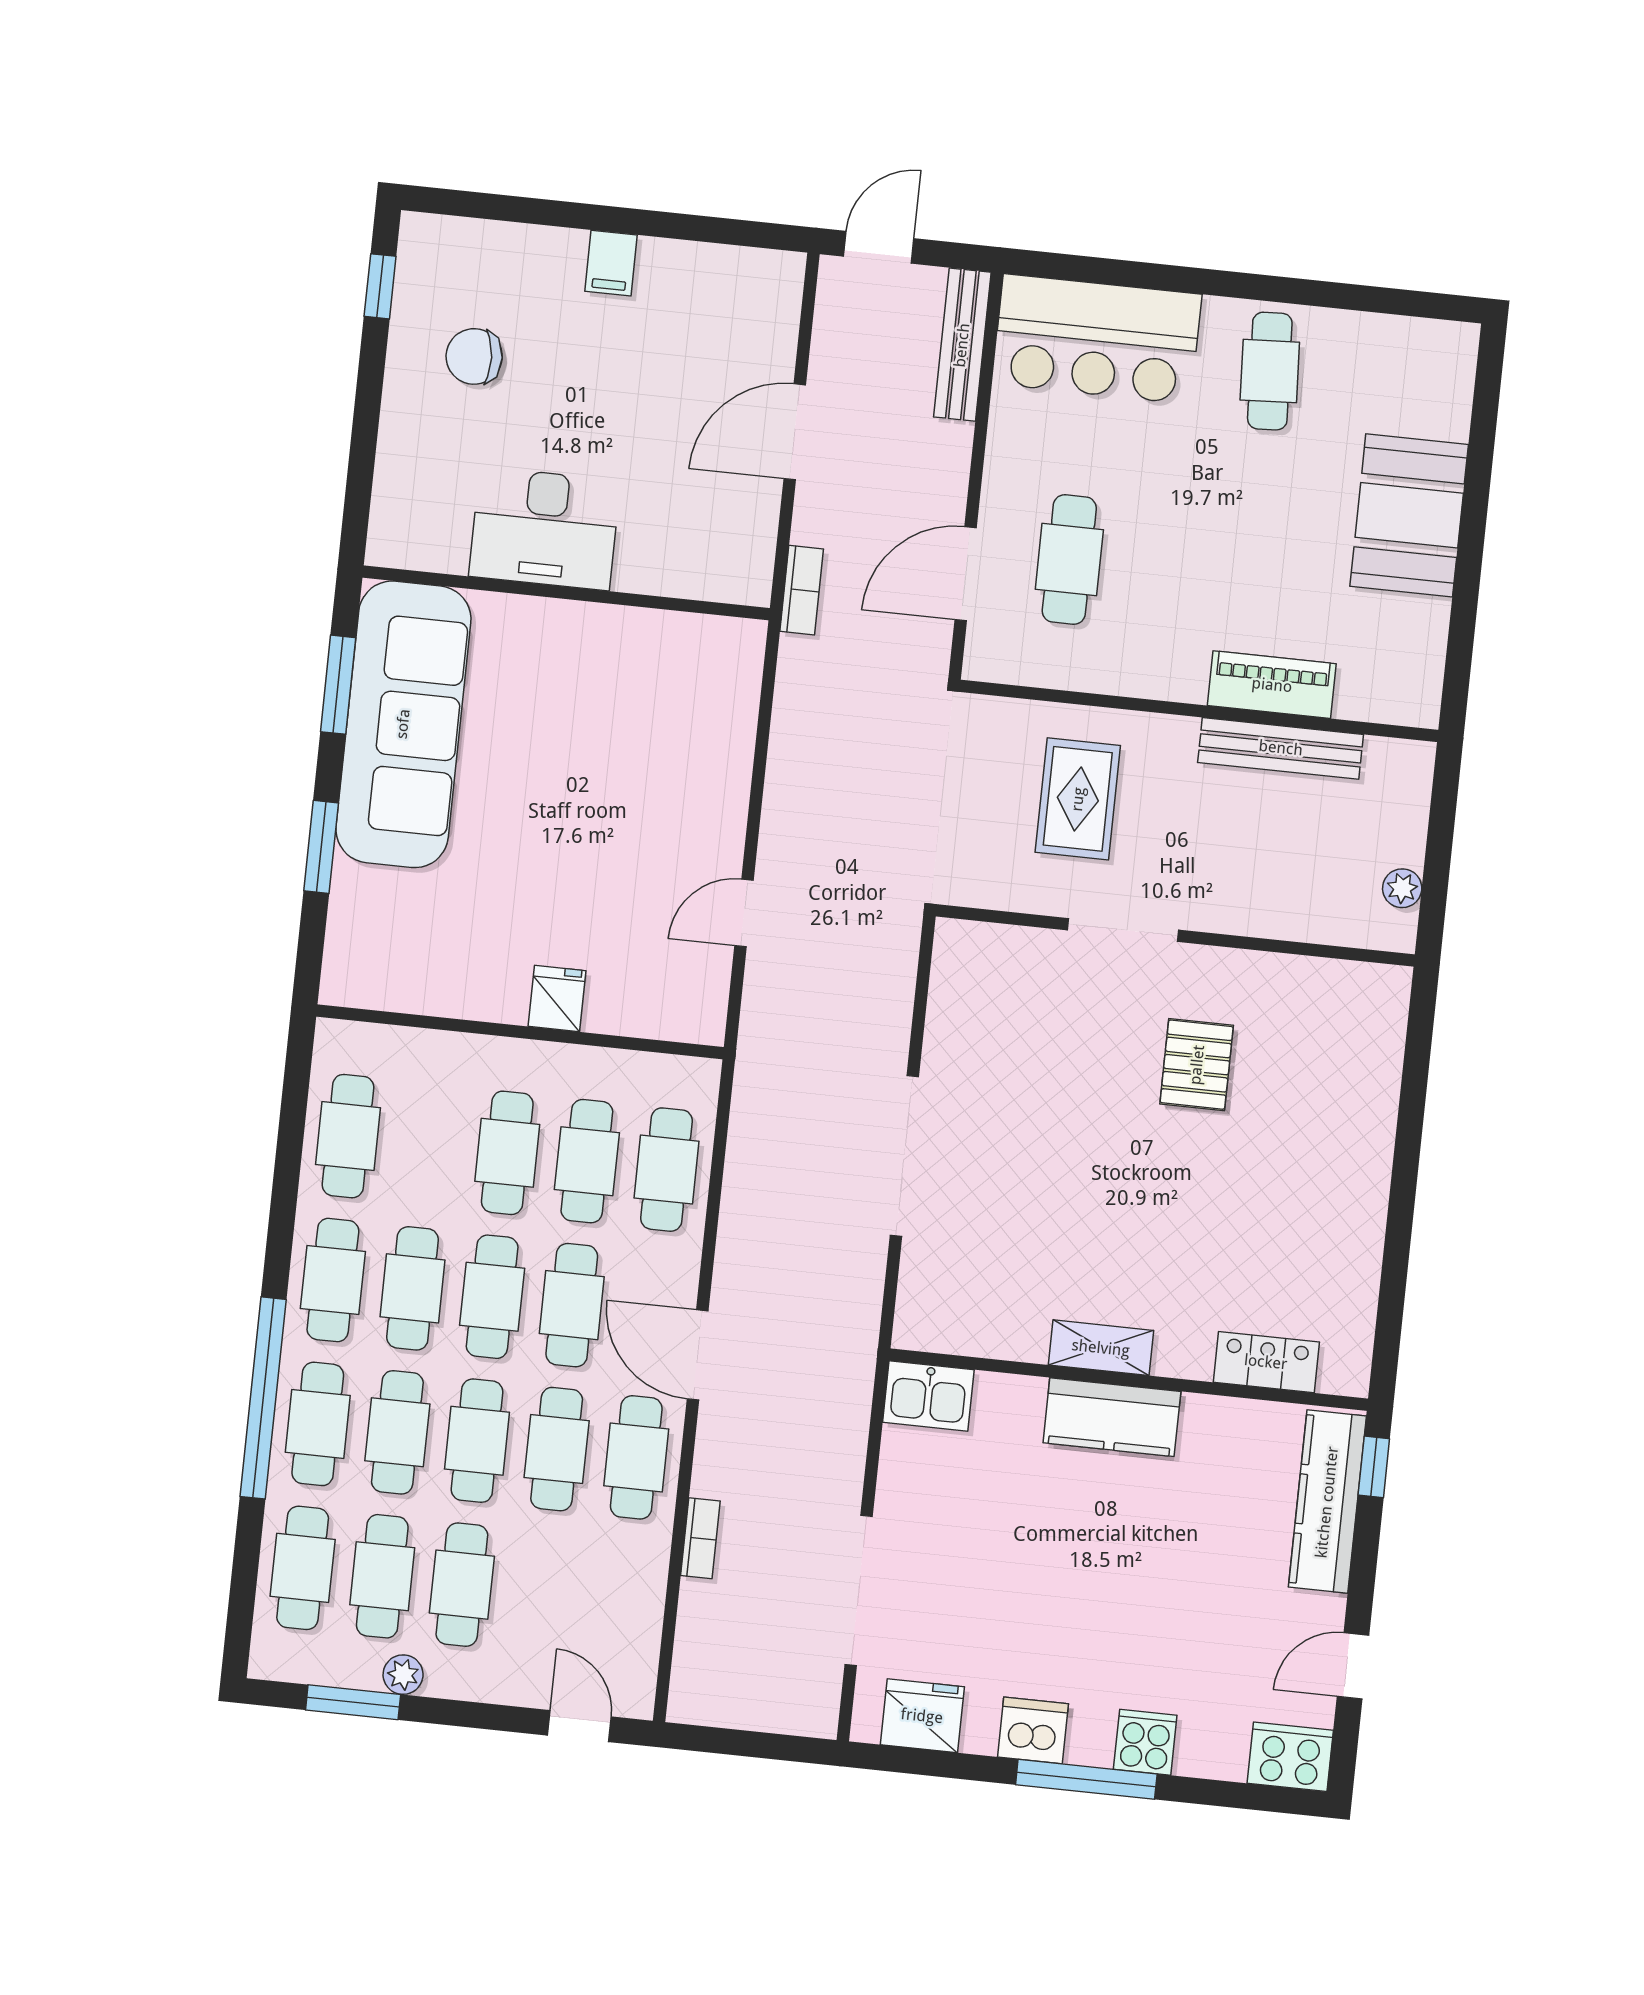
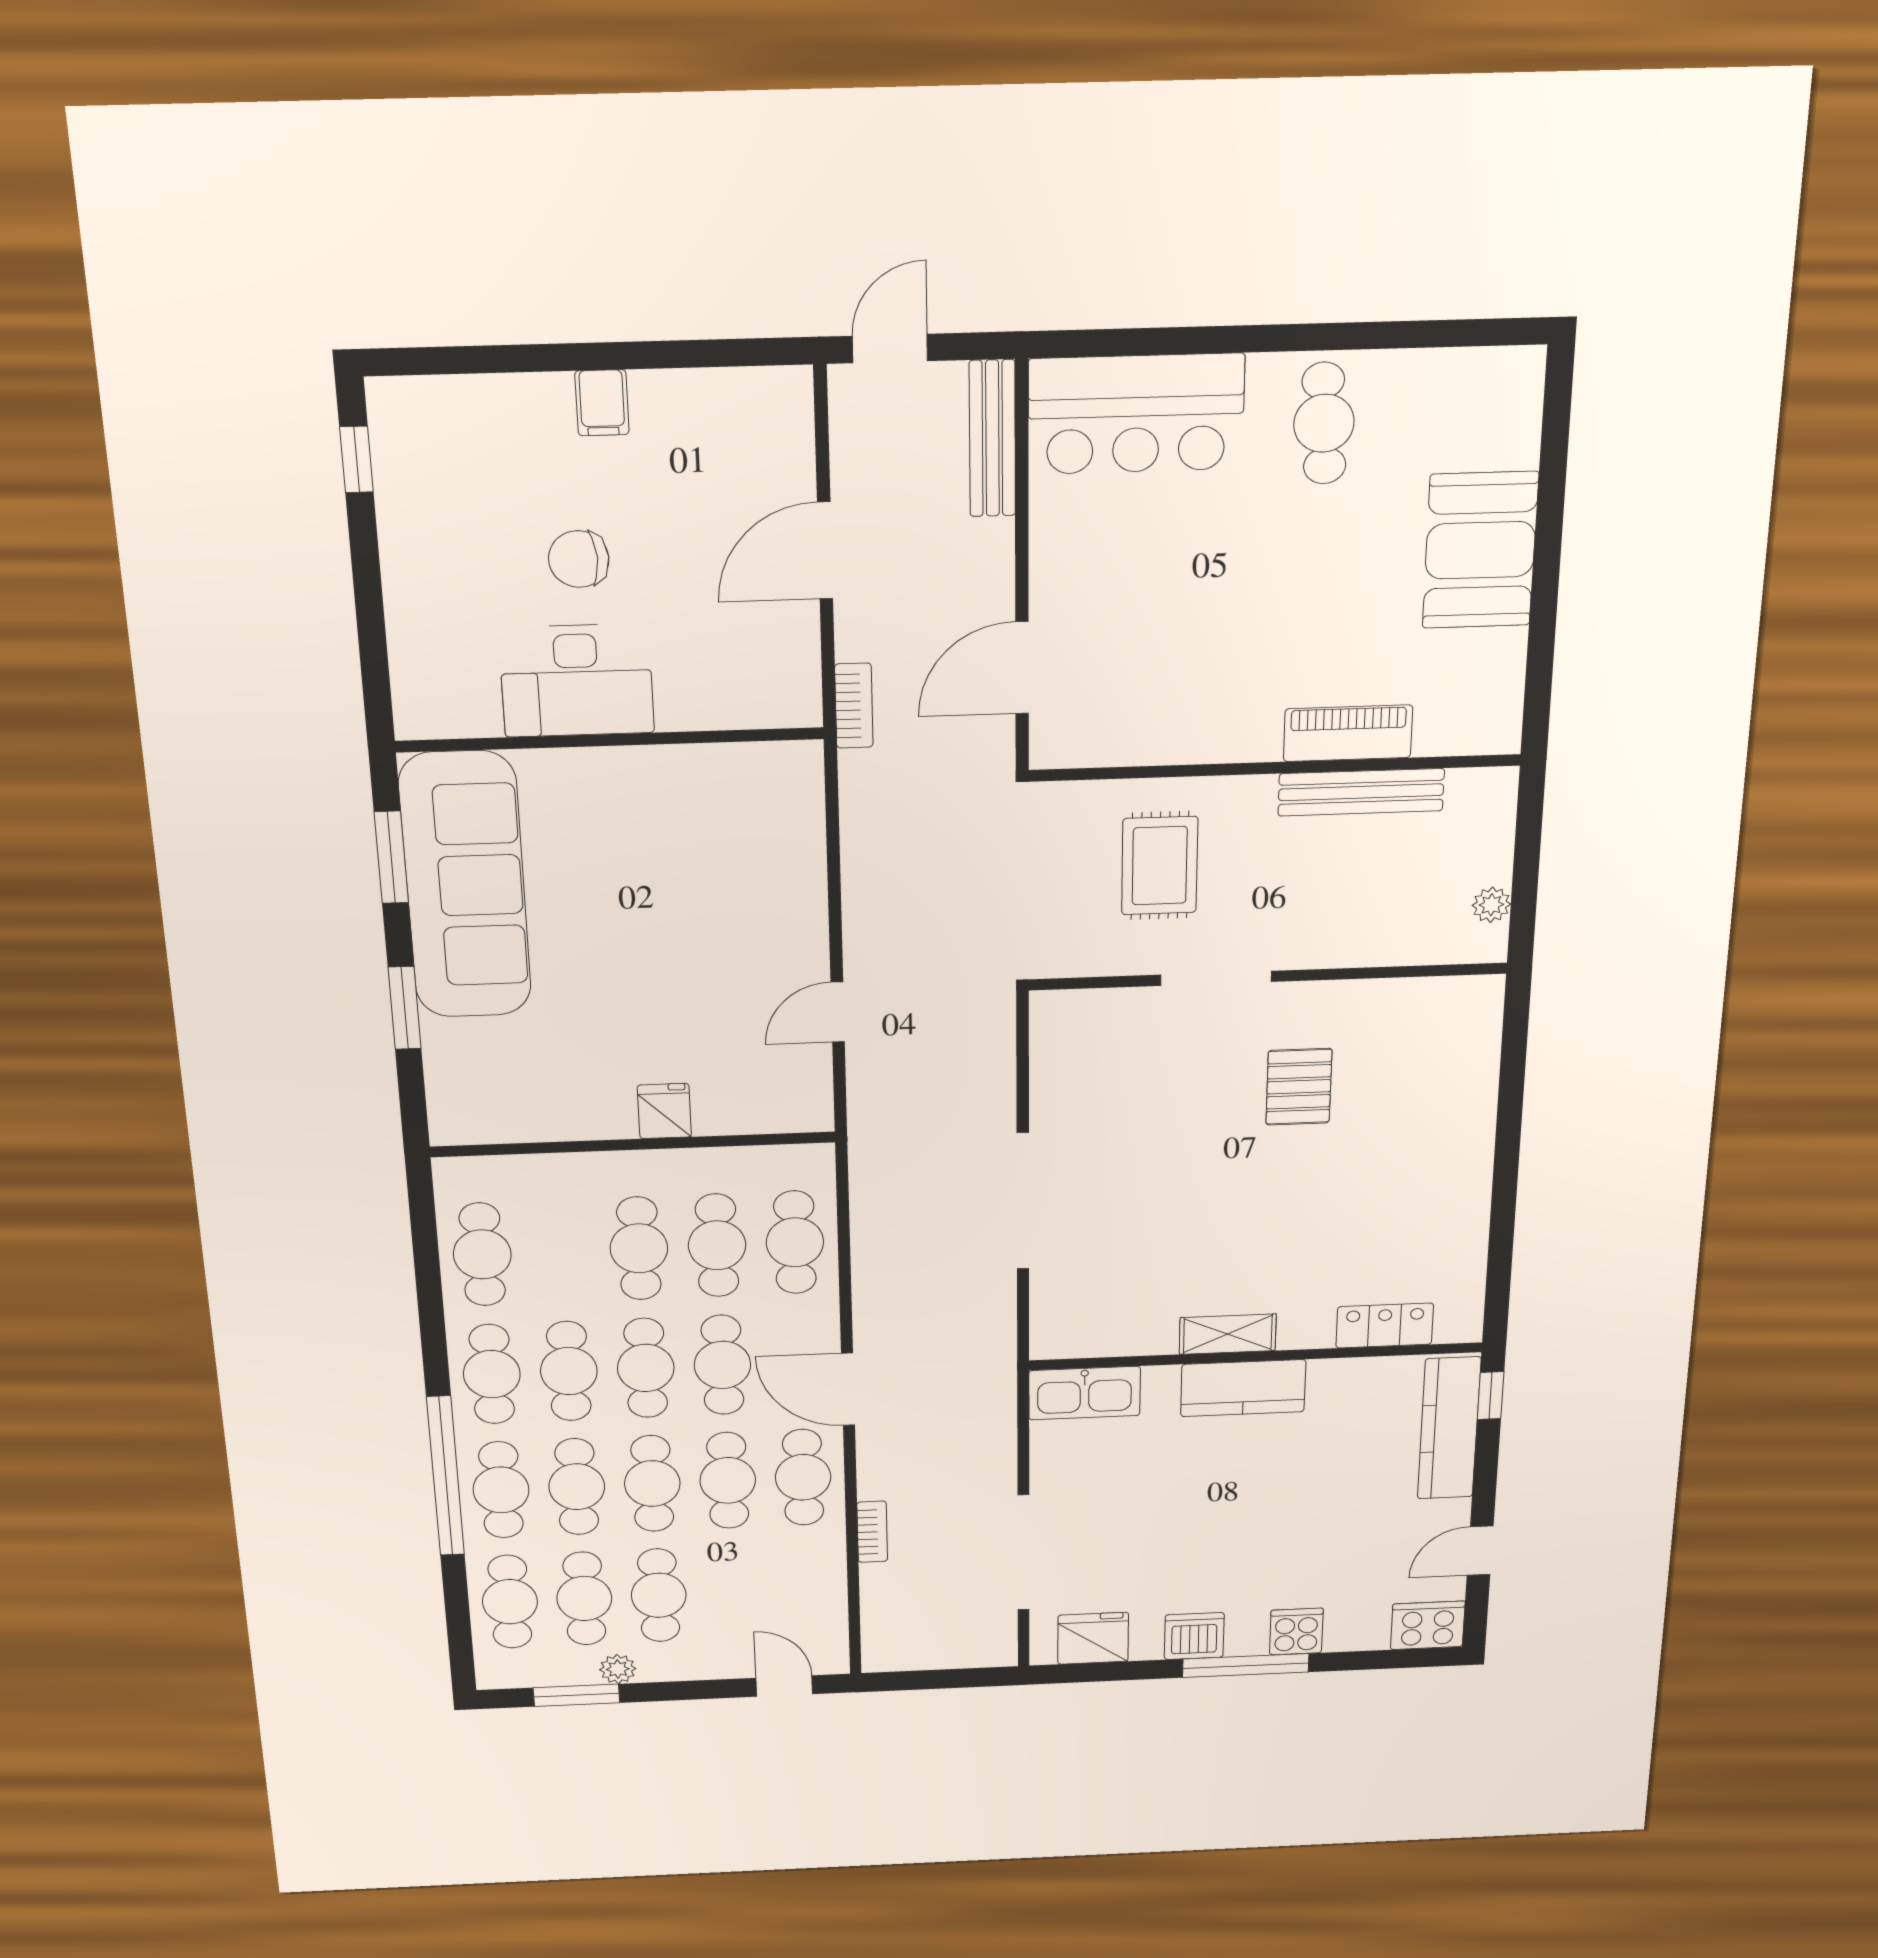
chair: (474, 356) -> (579, 559), moved
cafe table: (1069, 560) -> (1129, 640), removed
kitchen sink: (928, 1396) -> (1085, 1393), width x1.38

